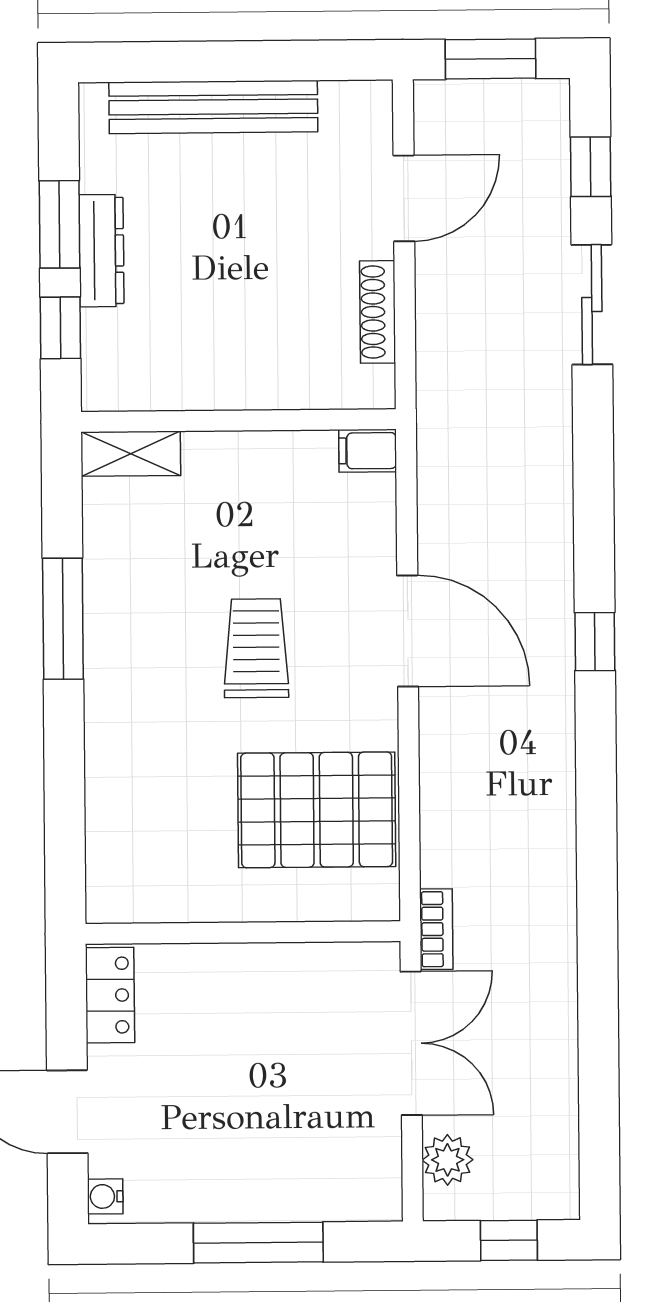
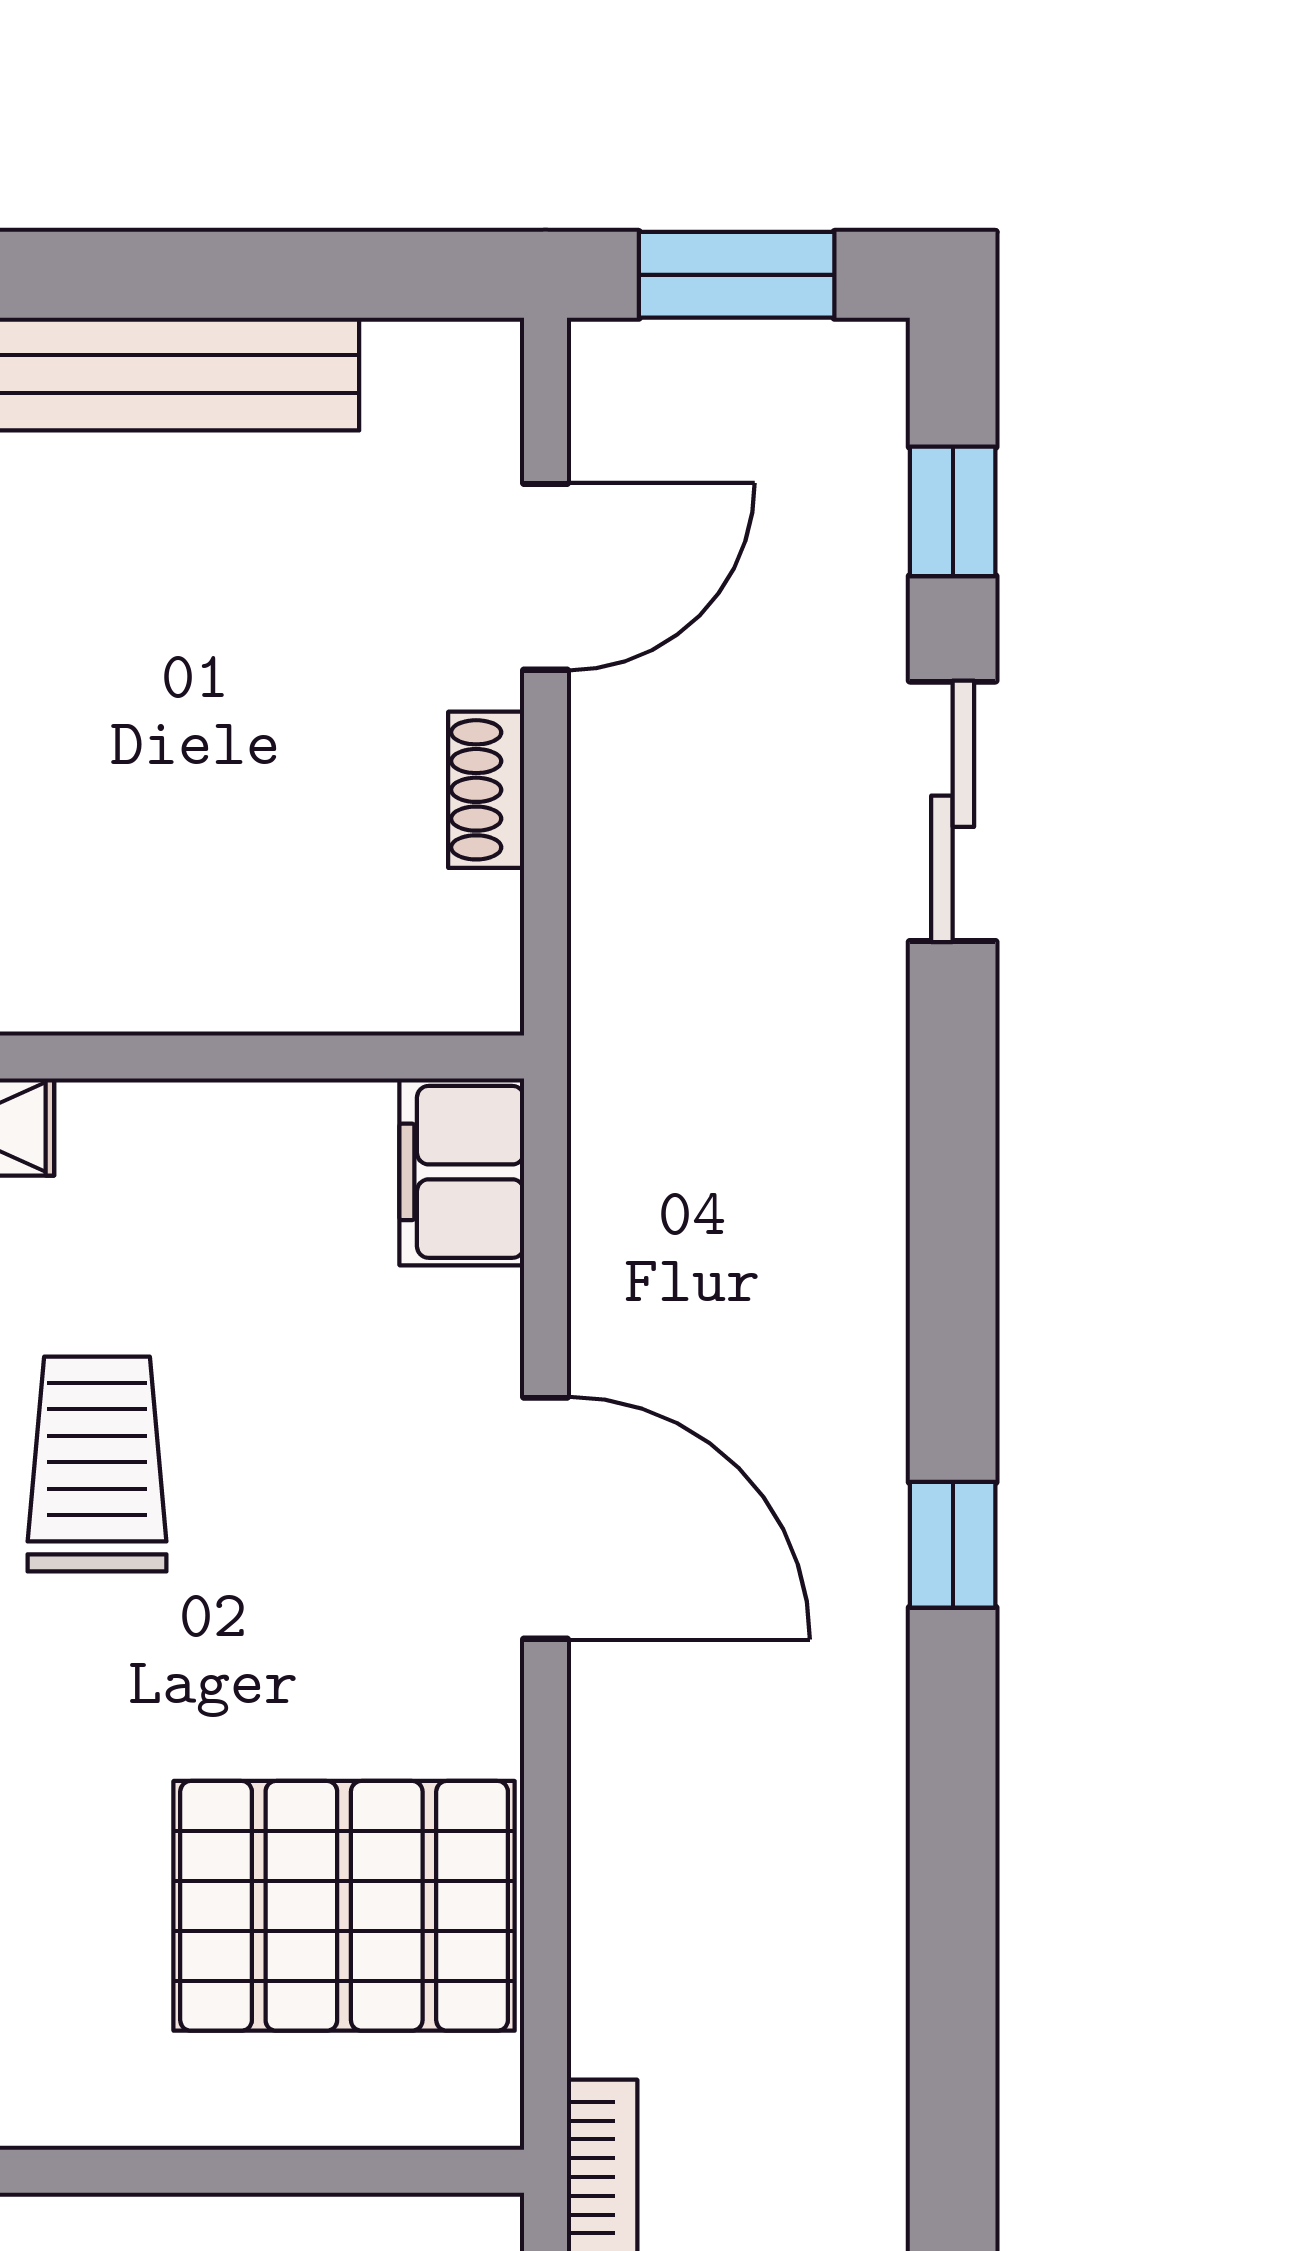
shoe rack: (378, 312) -> (486, 790), width x0.70
filing cabinet: (368, 451) -> (462, 1172), width x2.00
trolley: (256, 648) -> (97, 1464), moved

